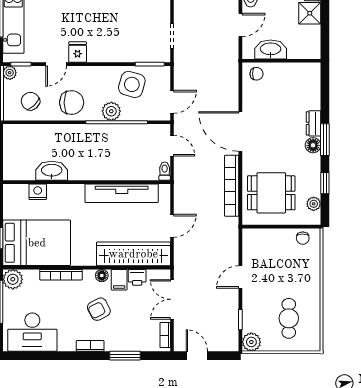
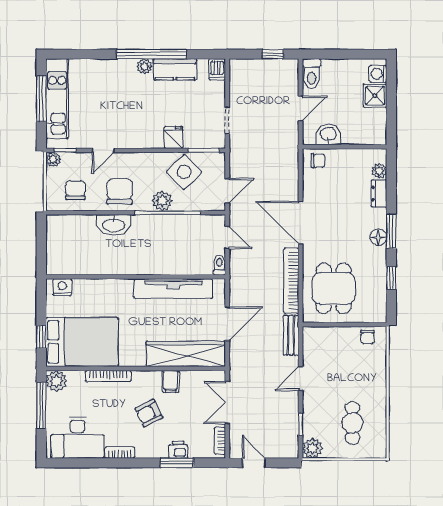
washbasin: (271, 49) -> (328, 135), width x0.72
fridge: (78, 52) -> (173, 137), moved
side table: (132, 84) -> (184, 172), turned 30
chair: (30, 101) -> (75, 190), turned 43
chair: (72, 103) -> (120, 191), turned -90
dresser: (313, 123) -> (379, 194), moved
washbasin: (52, 171) -> (114, 225), moved, turned 180
nightstand: (38, 192) -> (62, 287), moved
dining table: (271, 193) -> (334, 288), turned 90
plant: (314, 204) -> (379, 171), moved
door: (172, 226) -> (227, 324), width x1.38
bench: (231, 237) -> (291, 335), added
floor lamp: (102, 276) -> (152, 377), removed
printer: (137, 277) -> (178, 450), moved, turned 180
bookcase: (90, 346) -> (120, 452), moved

